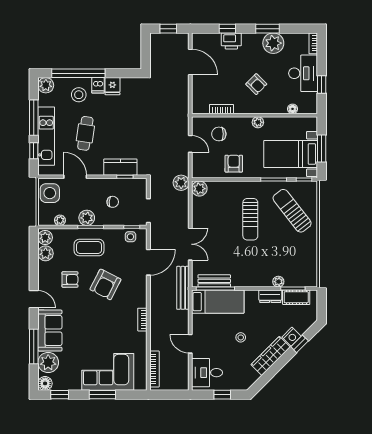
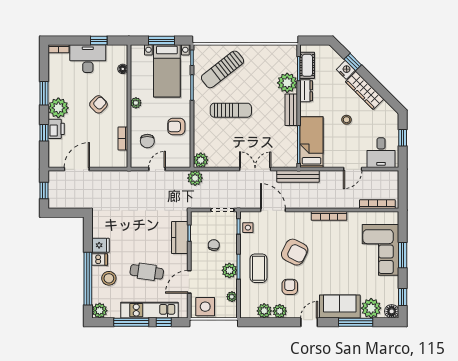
plant: (273, 43) -> (58, 108), moved
plant: (45, 238) -> (280, 311), moved
bench: (214, 281) -> (291, 110), moved
plant: (278, 282) -> (287, 83), width x1.88, depth x1.88
bookcase: (142, 320) -> (329, 216), width x1.56

